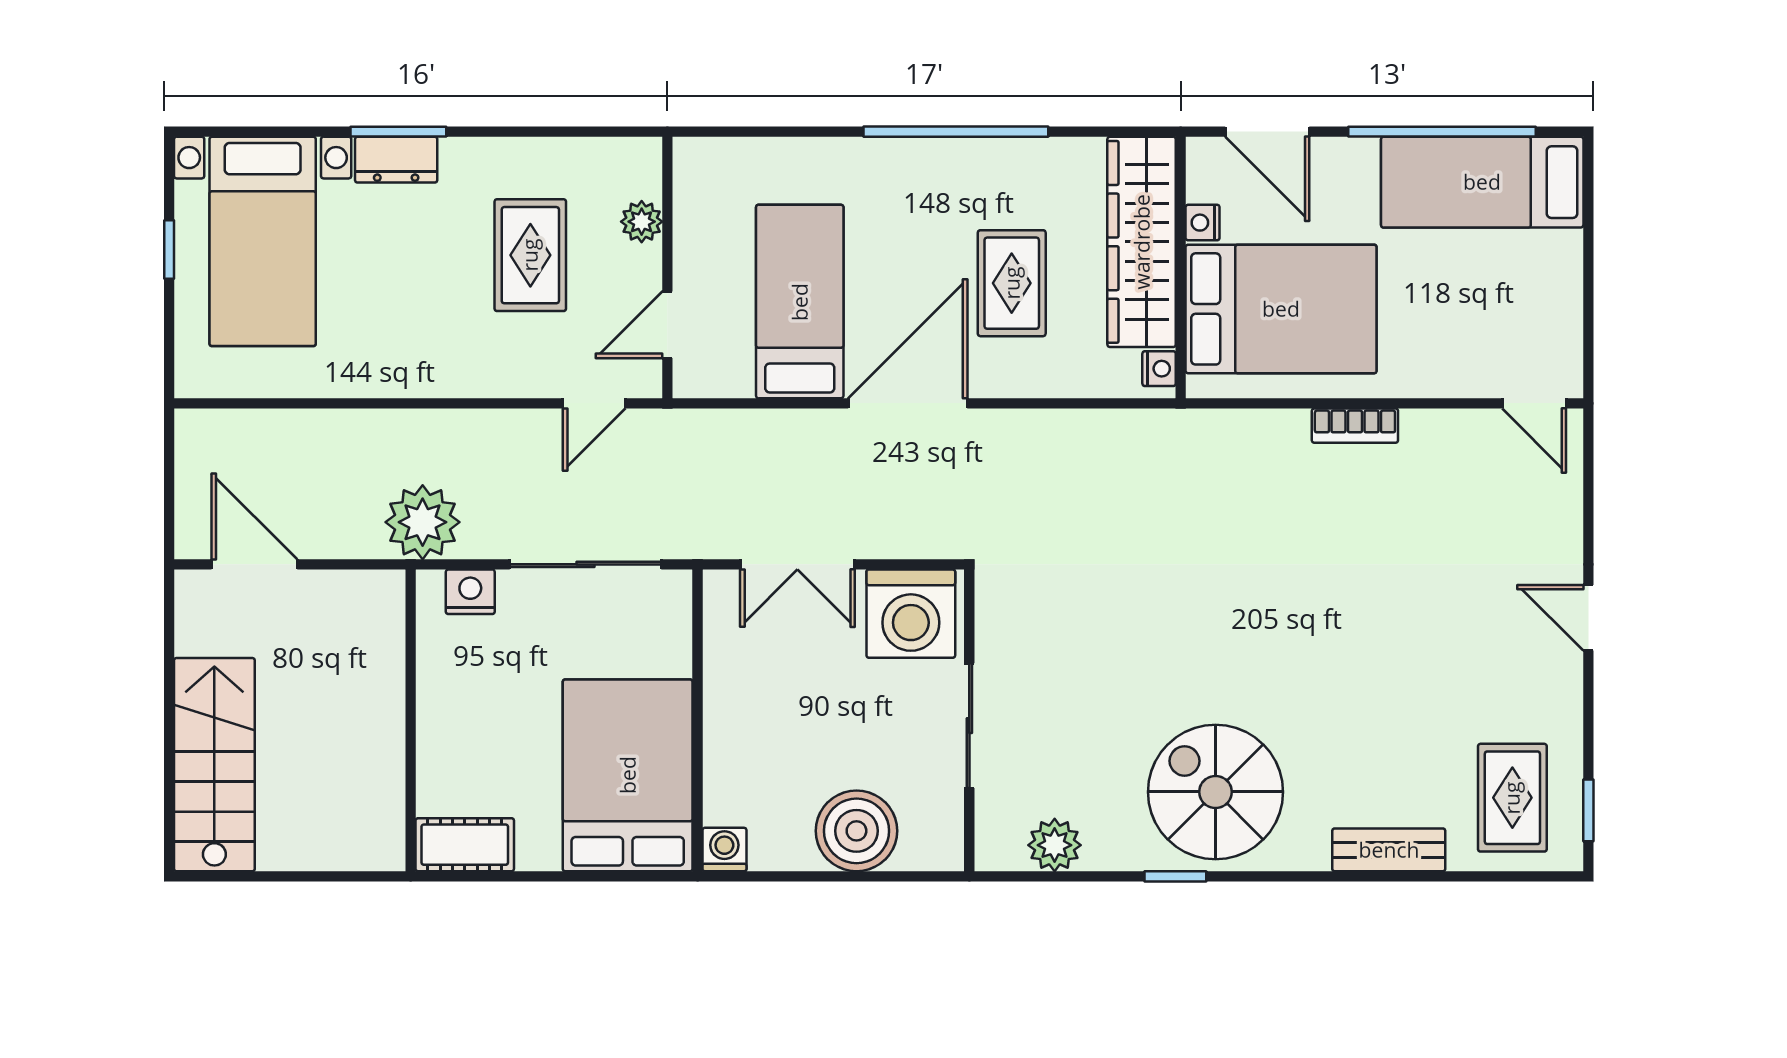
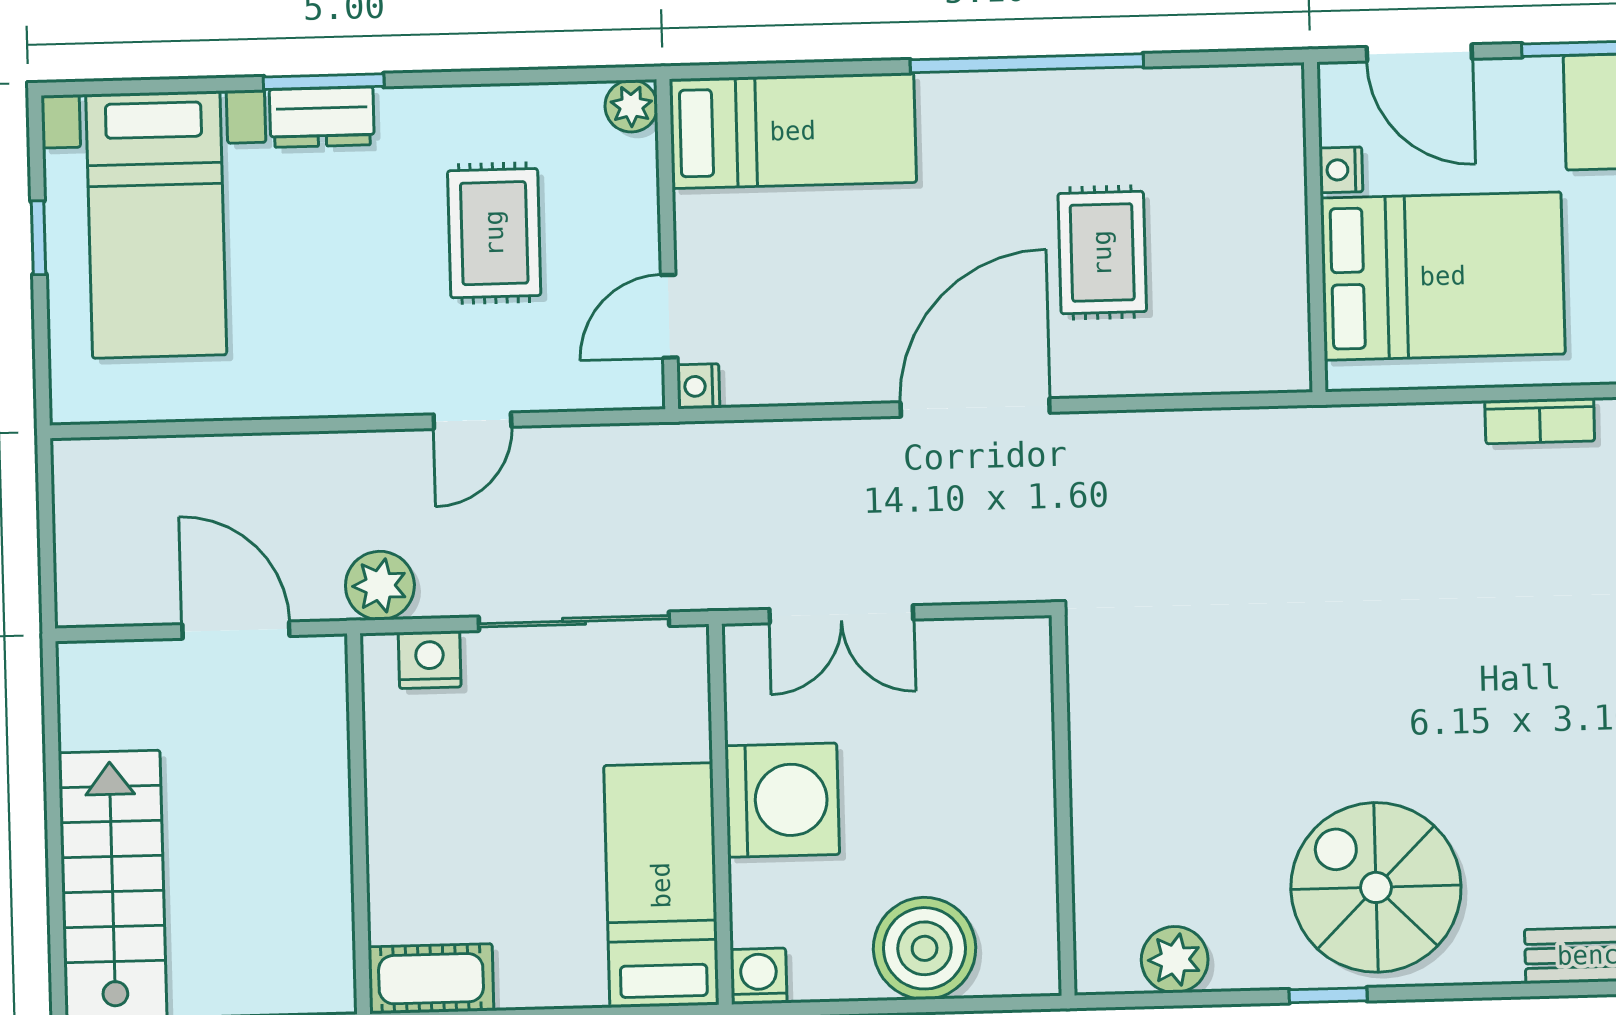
plant: (642, 222) -> (631, 106), moved
wardrobe: (1142, 242) -> (1265, 196), removed
bed: (800, 302) -> (793, 131), moved, turned 90
nightstand: (1159, 369) -> (698, 386), moved, turned 180
door: (594, 403) -> (472, 421), moved
plant: (423, 522) -> (380, 586), width x0.73, depth x0.73
door: (254, 564) -> (236, 630), moved
washing machine: (911, 614) -> (782, 800), moved, turned -90
sliding door: (969, 726) -> (1063, 812), removed
bed: (628, 775) -> (661, 885), width x0.67

